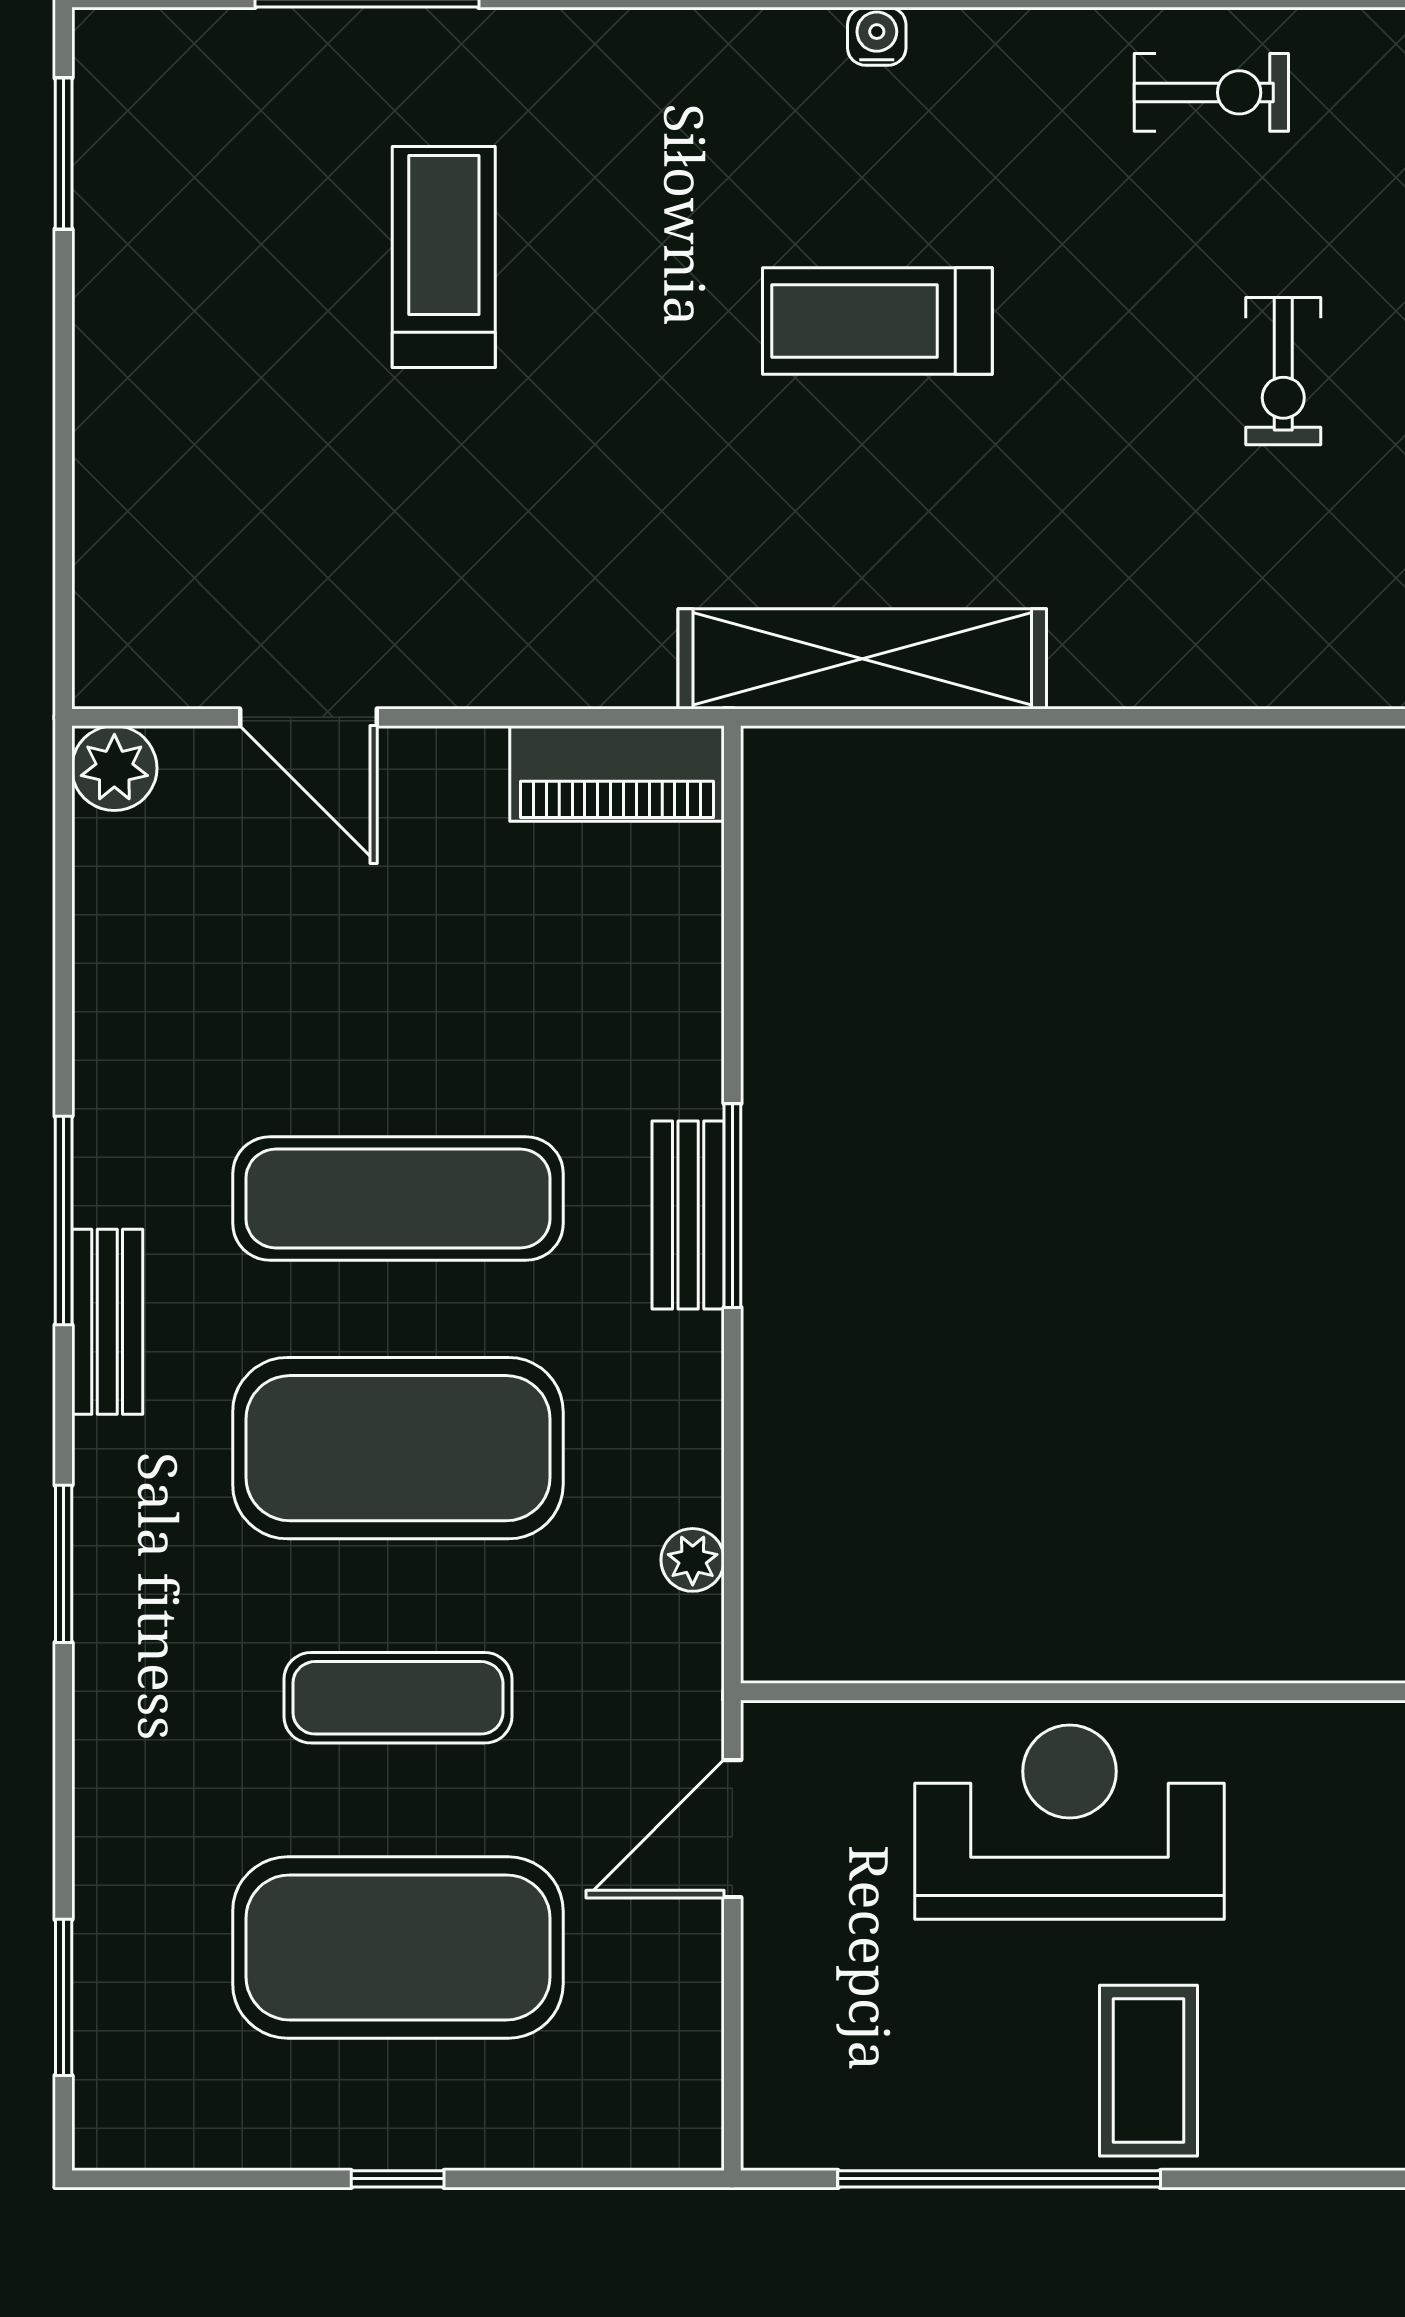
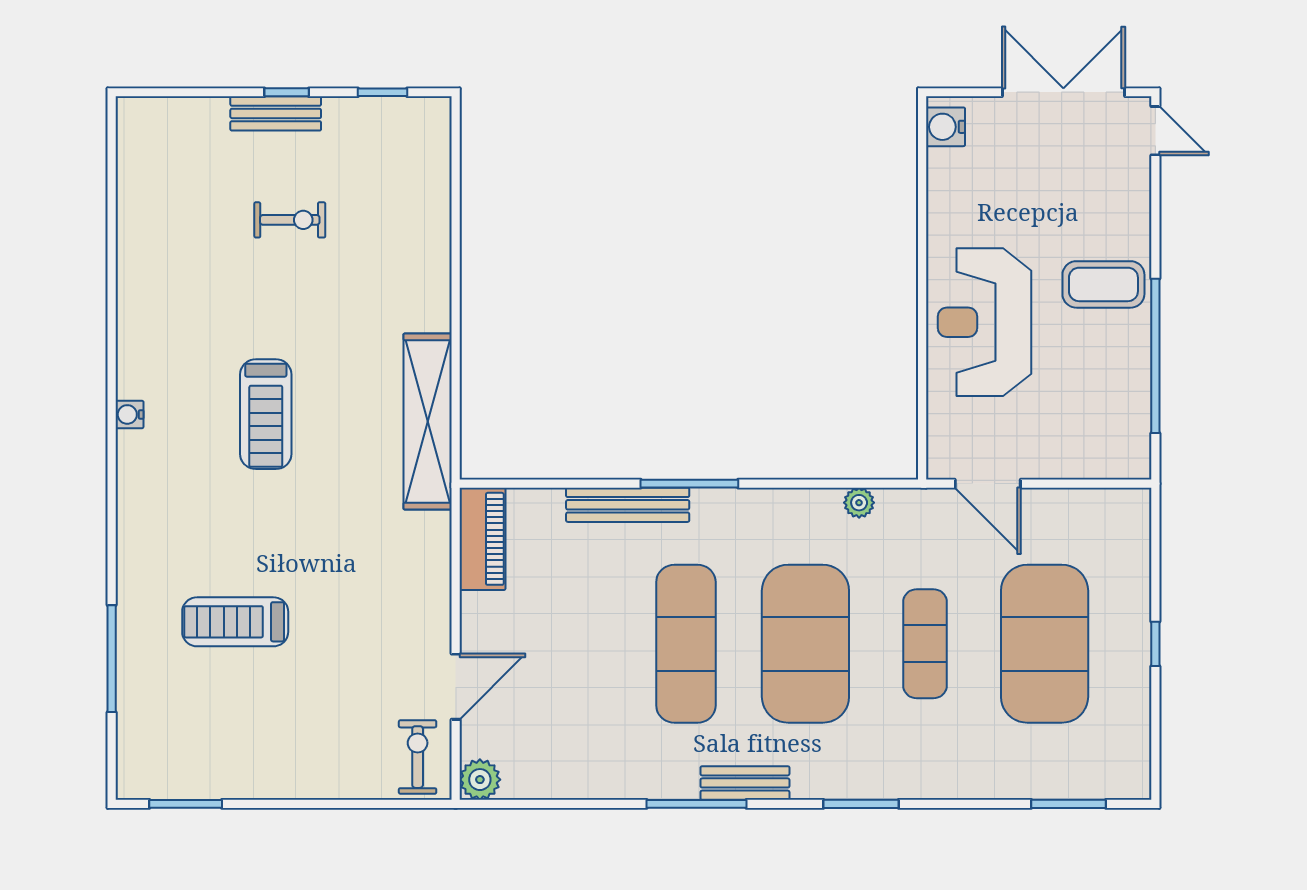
exercise bike: (1211, 92) -> (418, 757), moved
bench: (688, 1215) -> (628, 505), moved, width x1.36

